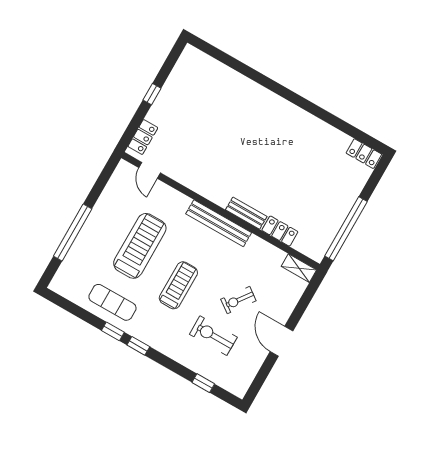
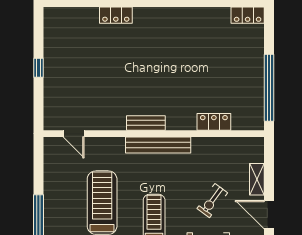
locker: (143, 137) -> (116, 15), moved, turned 90
bench: (246, 213) -> (146, 123), moved
shelving: (299, 268) -> (257, 179), moved, turned 90

